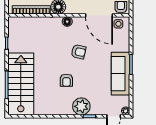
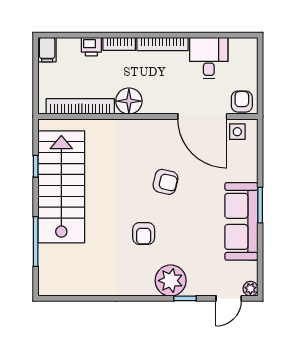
floor lamp: (67, 22) -> (145, 128), removed
stairs: (21, 84) -> (61, 187), moved

